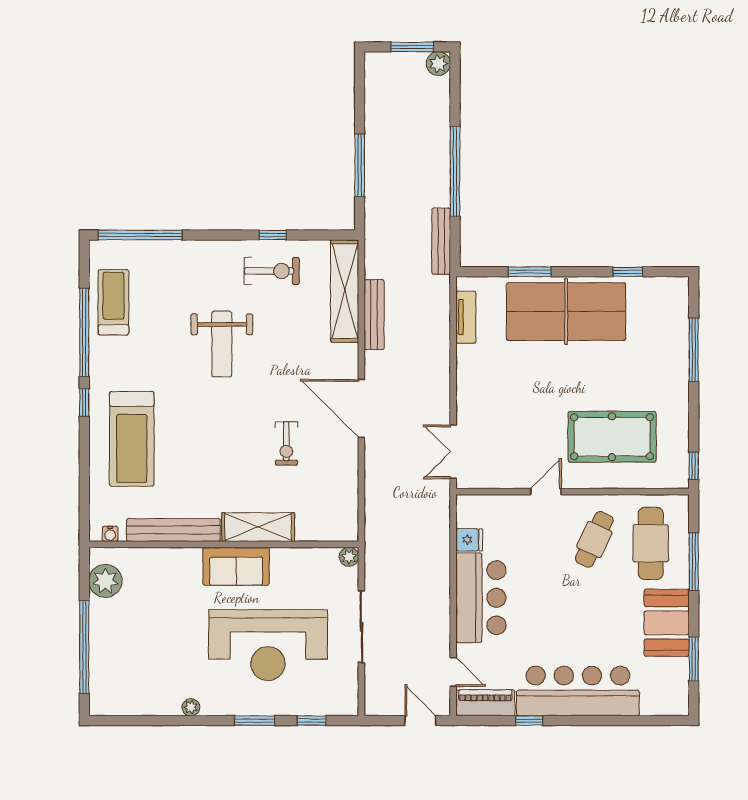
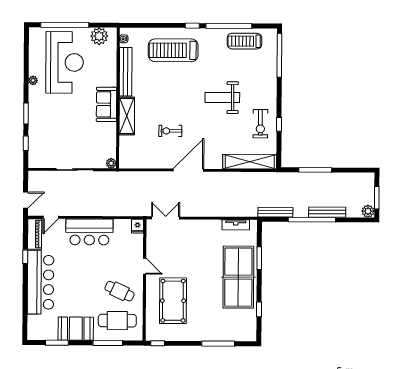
treadmill: (113, 302) -> (244, 41), turned 180
bench: (374, 315) -> (327, 212), moved
fridge: (469, 540) -> (138, 226), moved
reception desk: (268, 645) -> (65, 62), moved, turned 180

